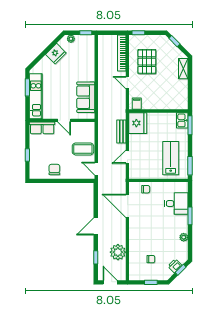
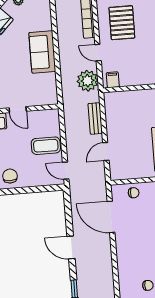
sofa: (86, 97) -> (42, 52), moved
fridge: (138, 123) -> (116, 105), removed
door: (96, 226) -> (71, 247), hinge flipped
plant: (118, 252) -> (88, 81), moved

